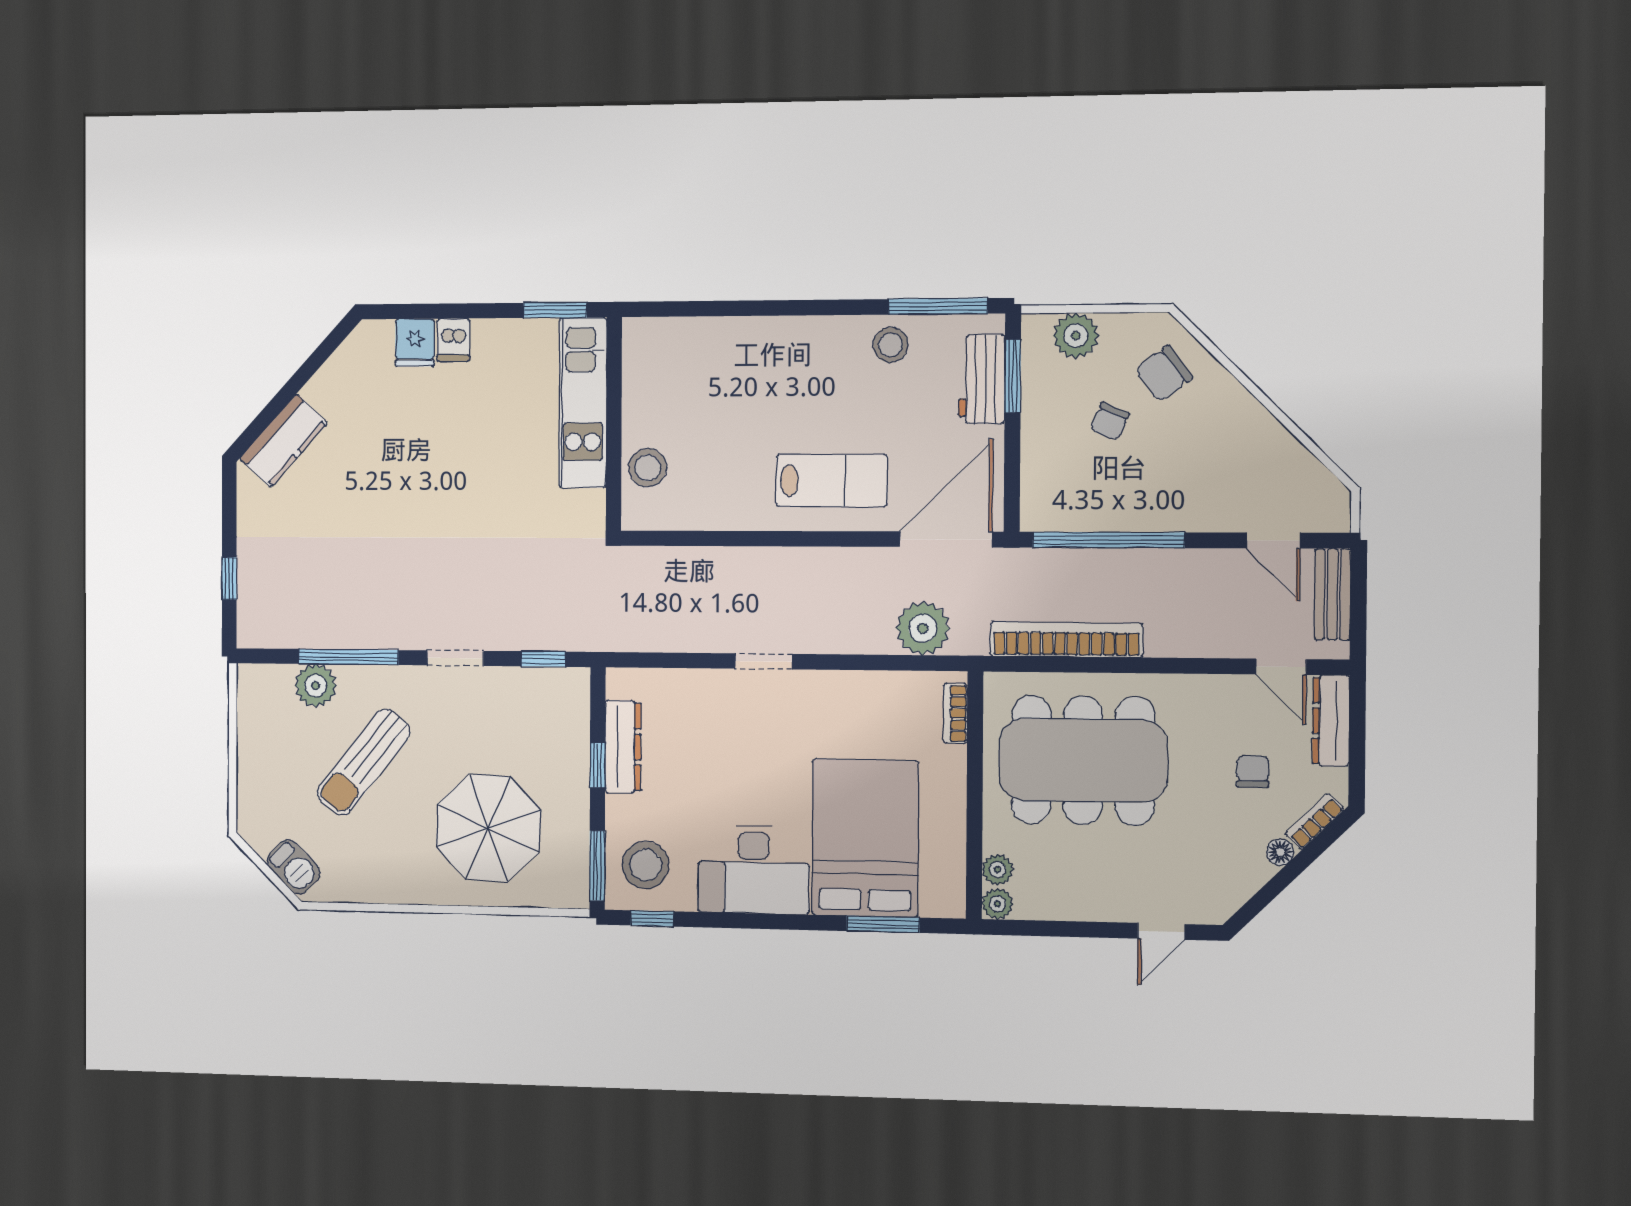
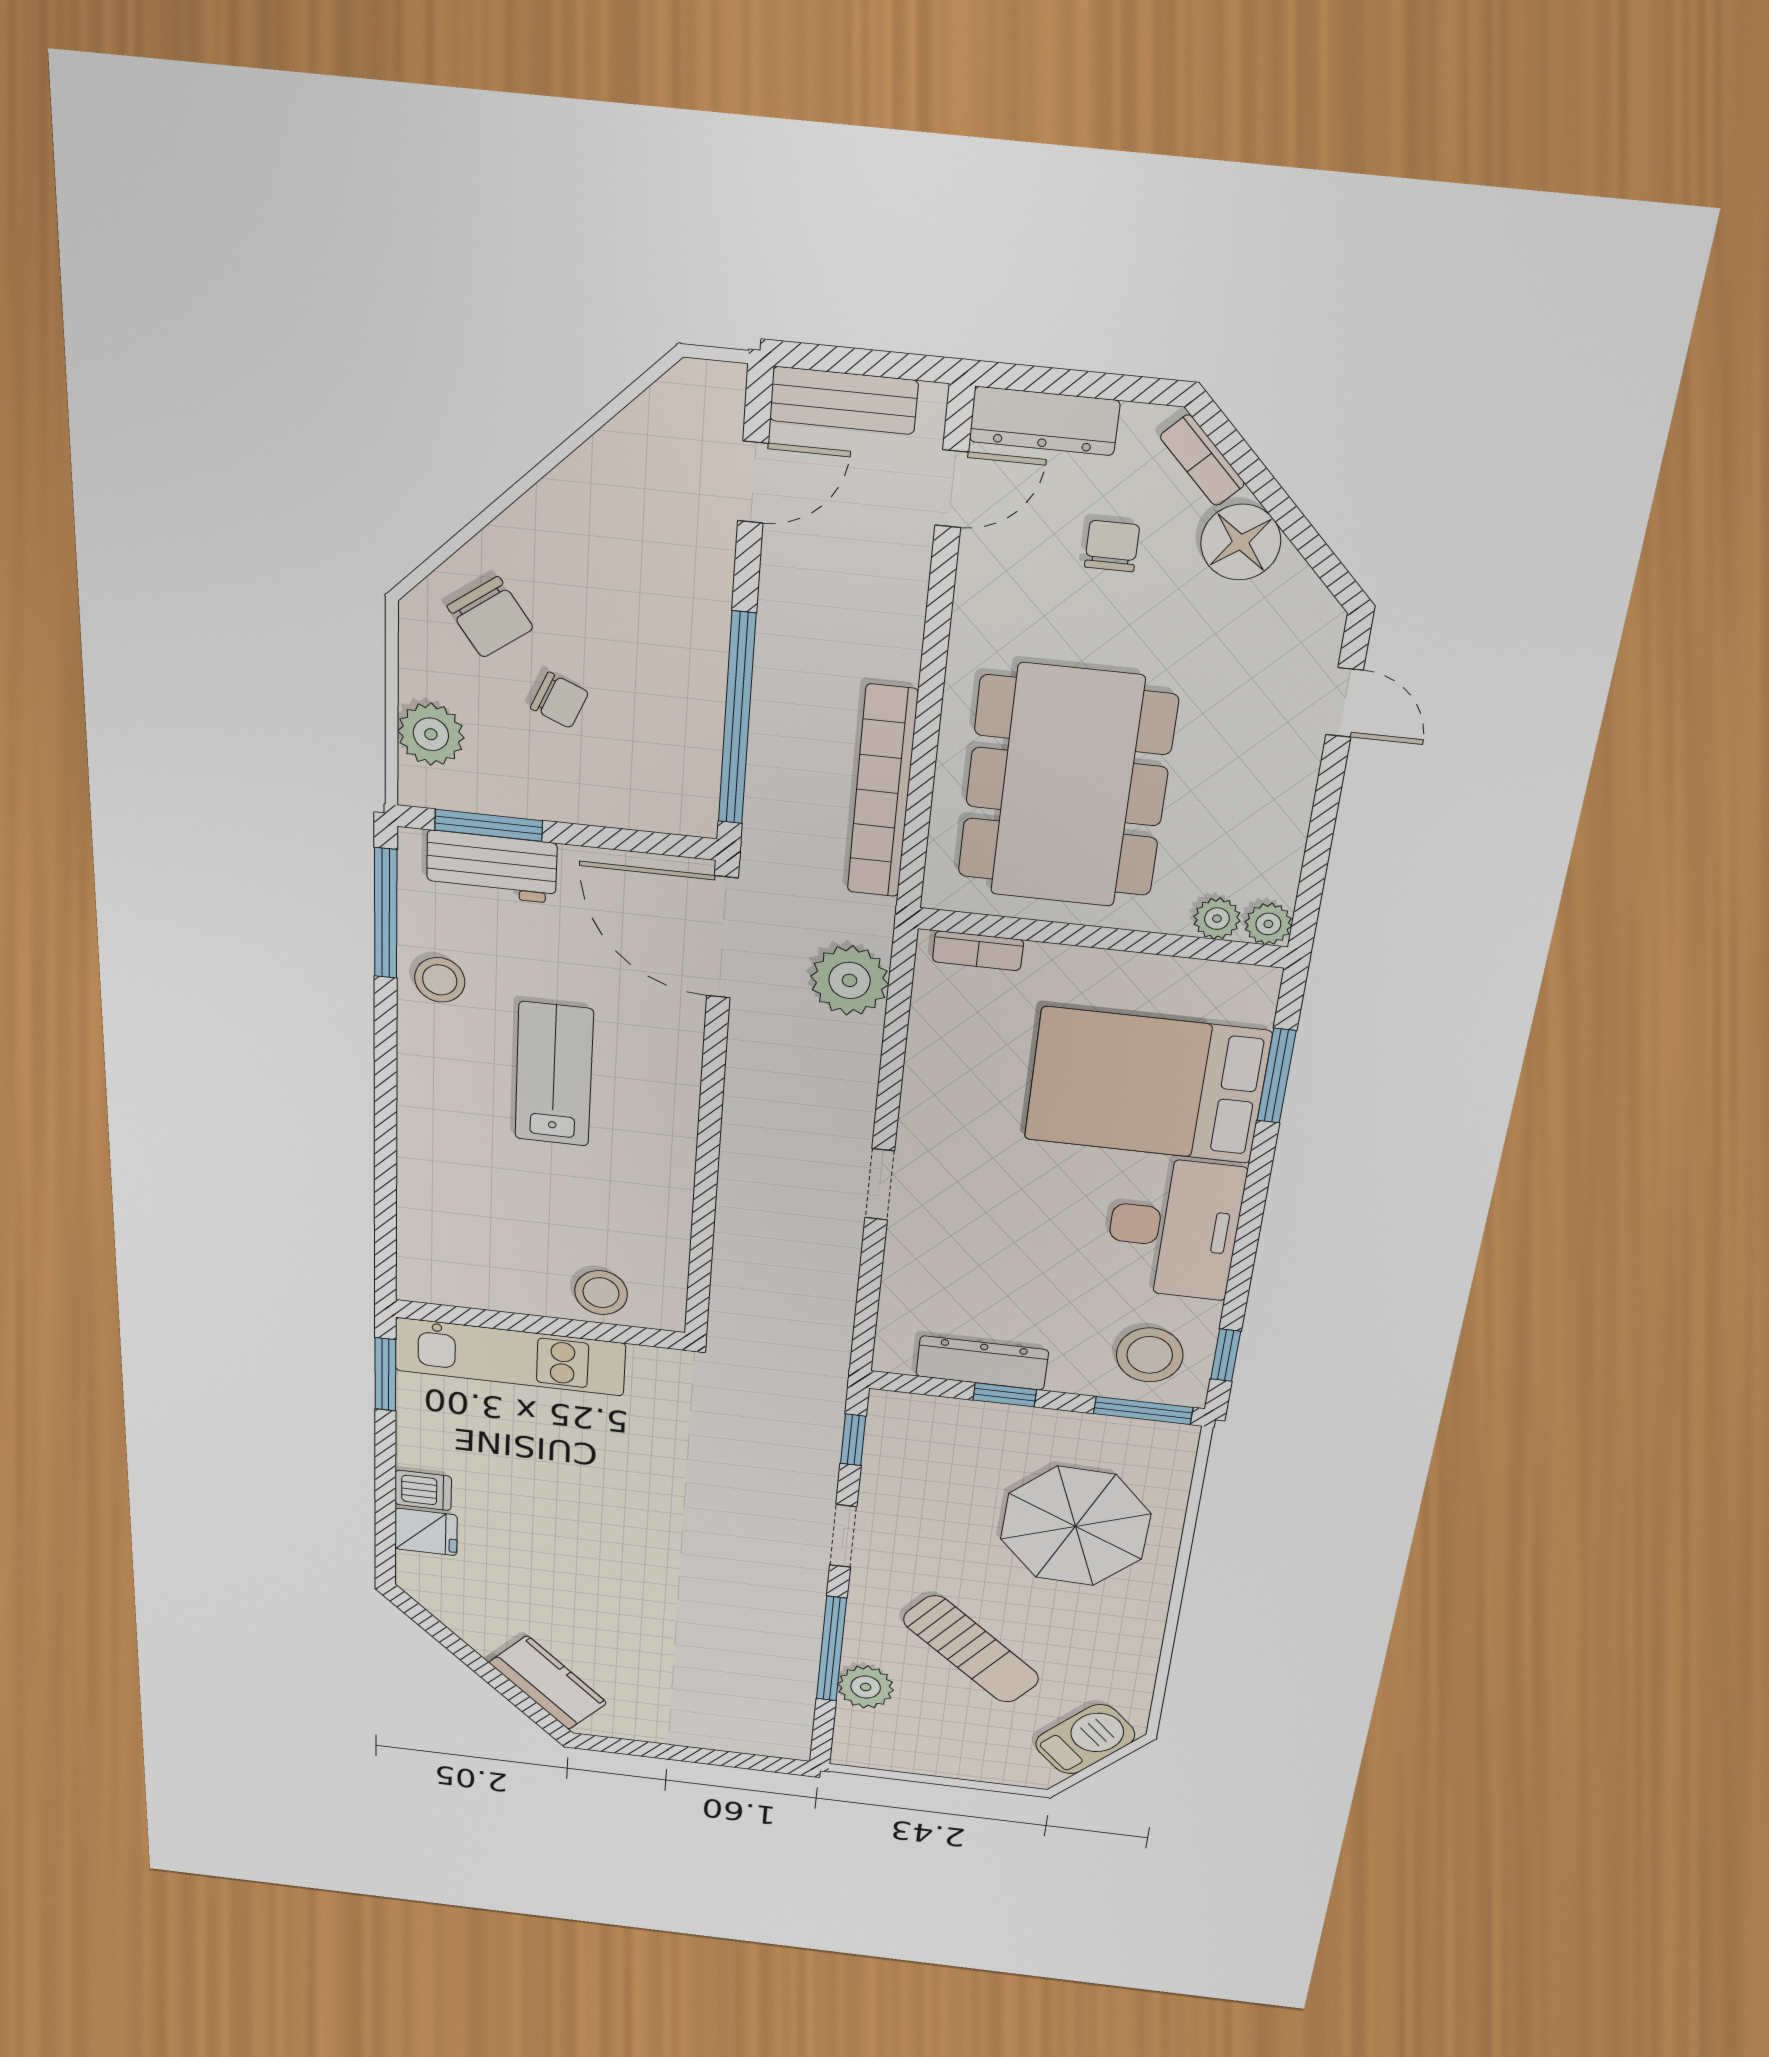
lab bench: (832, 481) -> (554, 1074), moved
window: (229, 578) -> (720, 1758), removed
chair: (1253, 772) -> (1112, 546), turned 90
floor lamp: (1280, 852) -> (1241, 542), width x1.89, depth x1.89
barbecue: (294, 867) -> (1085, 1739), width x1.38, depth x1.27

